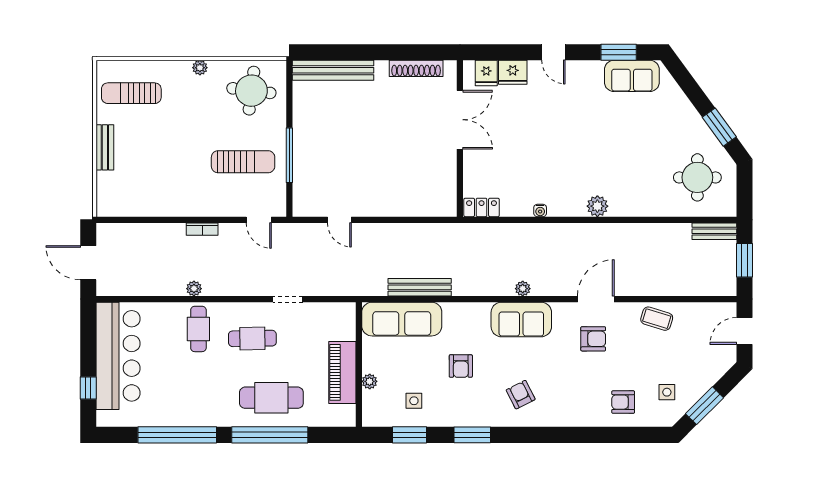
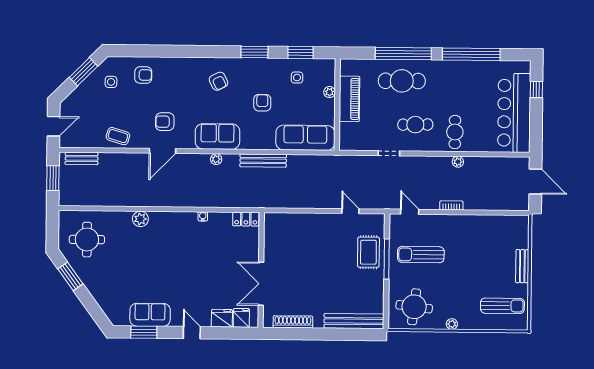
sofa: (632, 76) -> (150, 315), moved
rug: (314, 164) -> (368, 252), added
plant: (597, 206) -> (140, 219), moved
bench: (714, 231) -> (82, 158), moved
bench: (420, 287) -> (263, 161), moved

